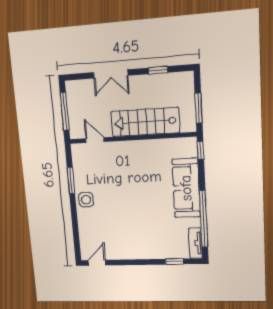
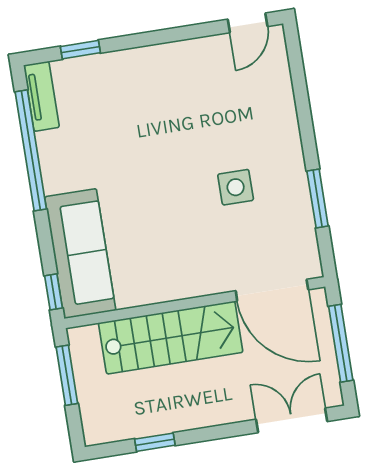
double door: (111, 74) -> (292, 420), moved
door: (95, 140) -> (272, 290), width x1.88
sofa: (186, 188) -> (80, 254), moved
side table: (86, 200) -> (236, 187), moved

